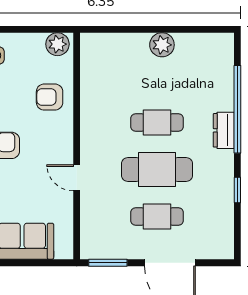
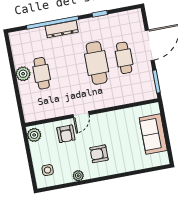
cafe table: (157, 123) -> (42, 73), moved
dresser: (224, 130) -> (62, 29), width x1.44
door: (77, 178) -> (81, 115), moved

